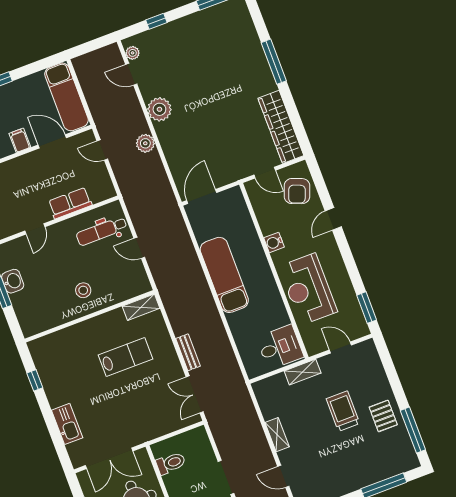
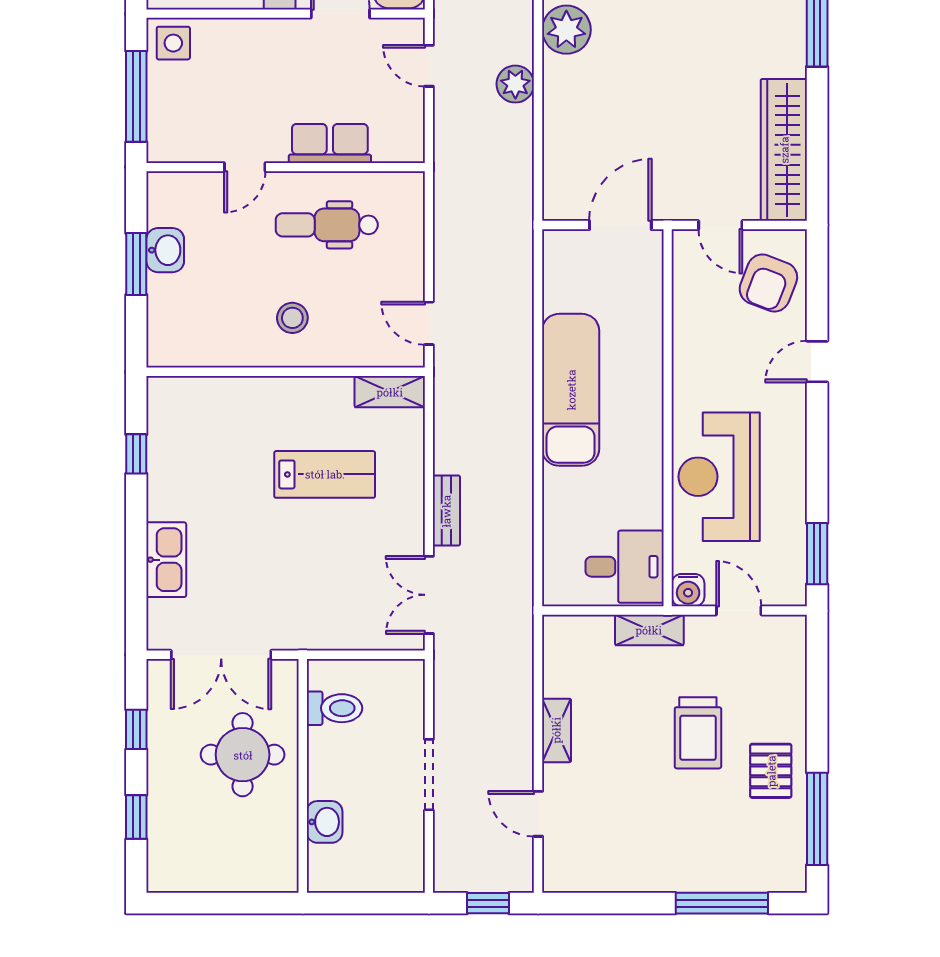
door: (202, 196) -> (620, 225), moved
dental chair: (102, 231) -> (327, 225), moved
water cooler: (274, 242) -> (688, 590), moved, turned -90
door: (139, 248) -> (429, 323), moved
trolley: (343, 411) -> (698, 733), turned 180

